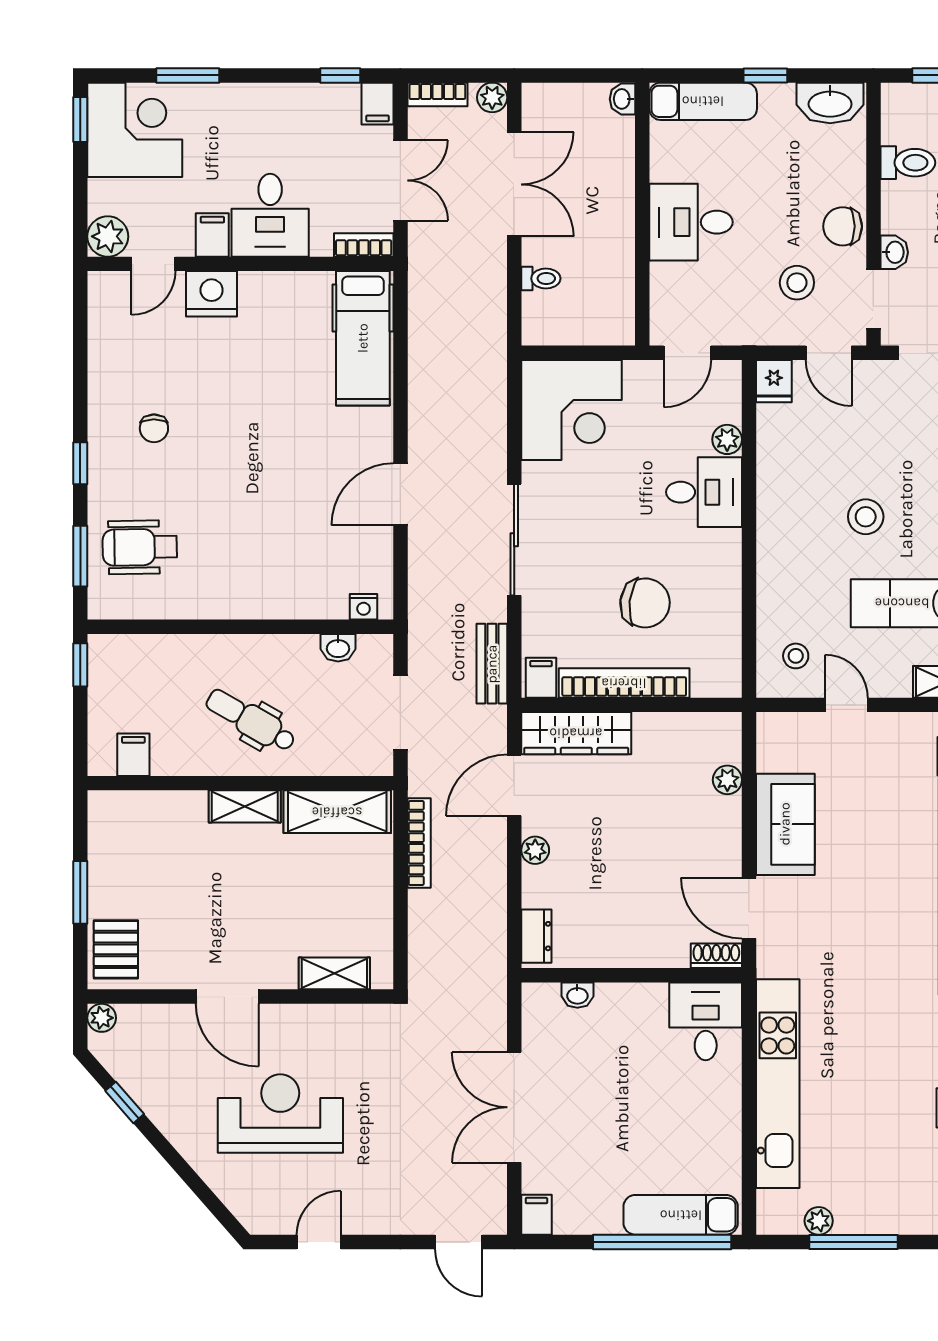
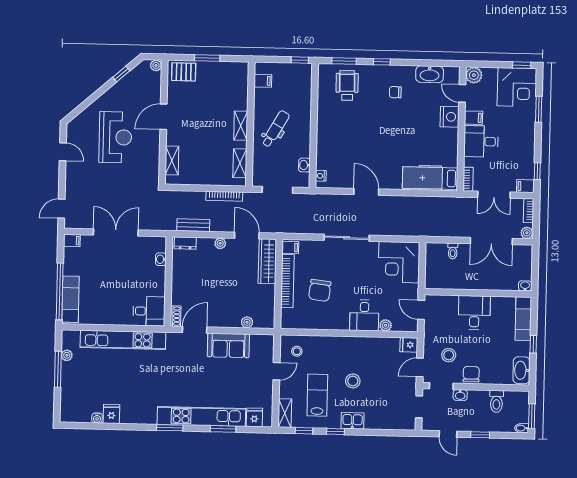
washbasin: (108, 345) -> (430, 74), added
bench: (492, 664) -> (193, 225), moved
shelving: (337, 812) -> (240, 163), width x0.67, depth x0.75

